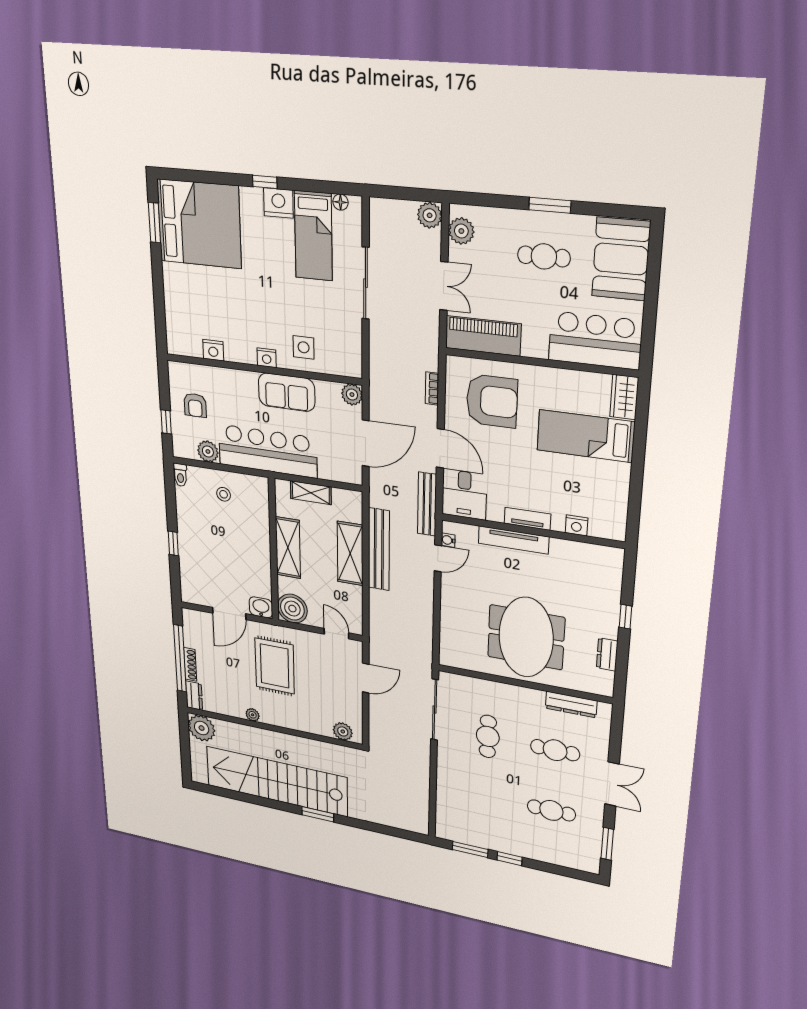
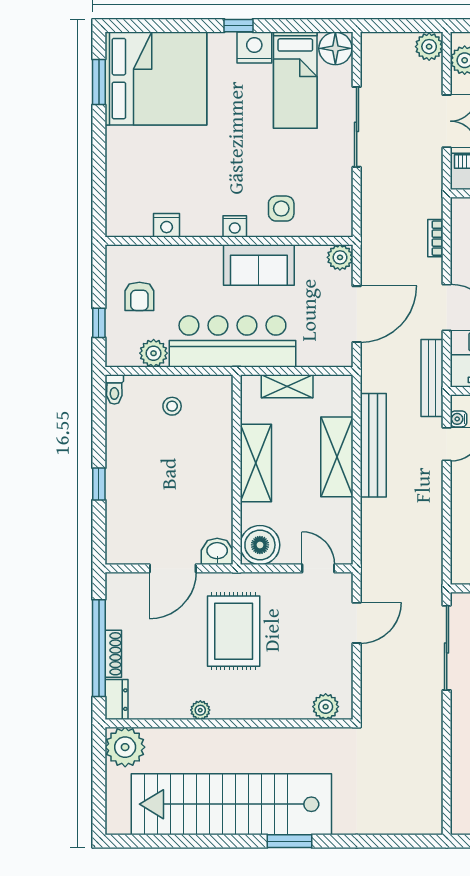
floor lamp: (340, 202) -> (335, 48), width x1.89, depth x1.89

